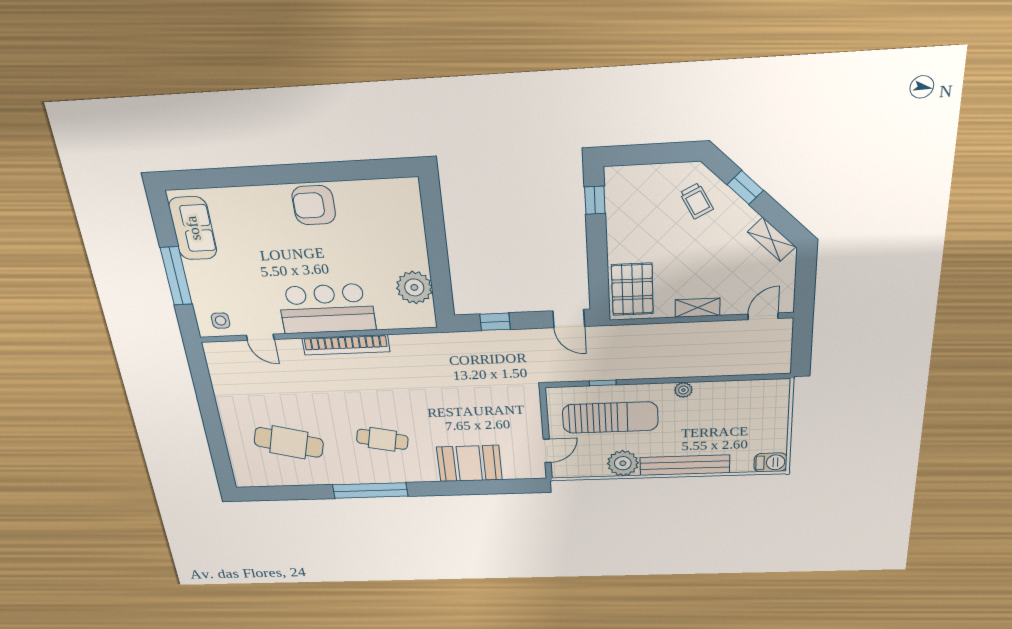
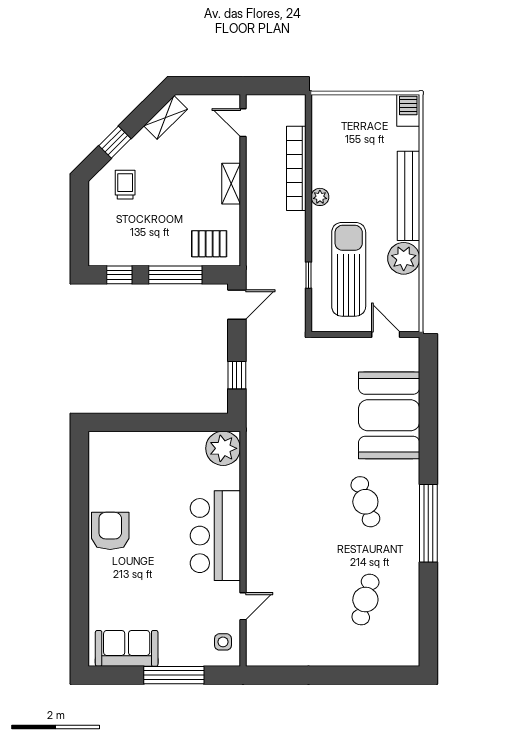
trolley: (697, 201) -> (125, 185), turned -63
armchair: (314, 205) -> (110, 531), turned 180
window: (597, 258) -> (175, 275), added
plant: (414, 287) -> (223, 448), moved
pallet: (632, 289) -> (209, 244), width x0.67, depth x0.71
bookcase: (346, 345) -> (296, 168), moved, turned 180
cafe table: (382, 439) -> (365, 502), turned -30
cafe table: (289, 442) -> (365, 600), width x0.73, depth x0.74
booth: (469, 463) -> (389, 415), width x1.36, depth x1.42

